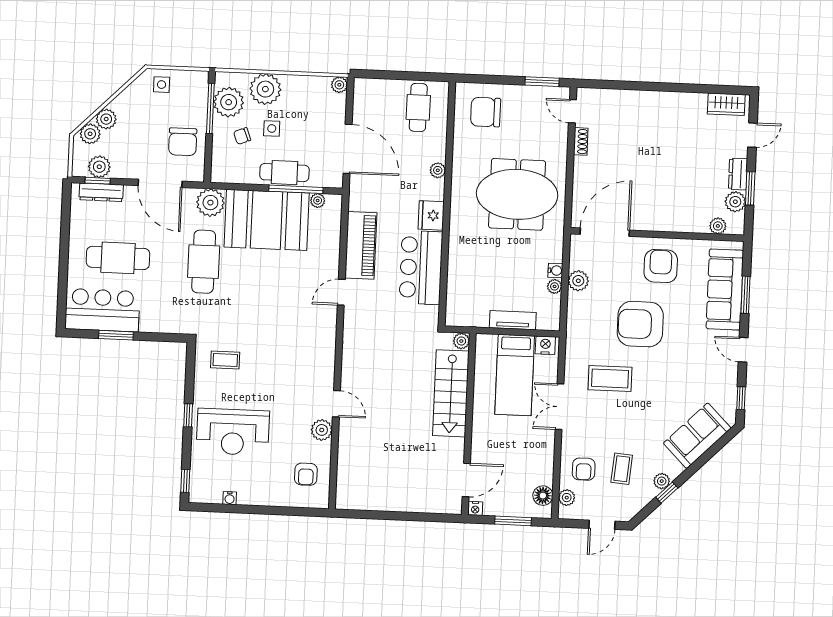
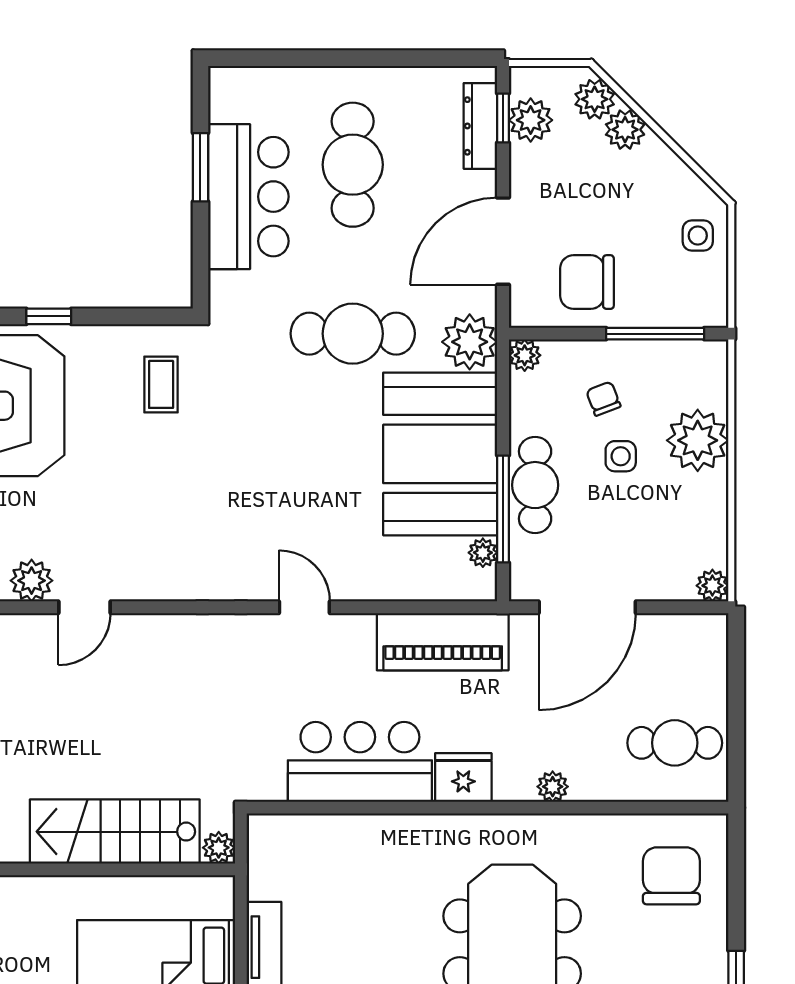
plant: (229, 102) -> (525, 355), moved, width x0.53, depth x0.53
piano: (361, 245) -> (443, 642), moved
bar counter: (102, 310) -> (248, 197), moved

